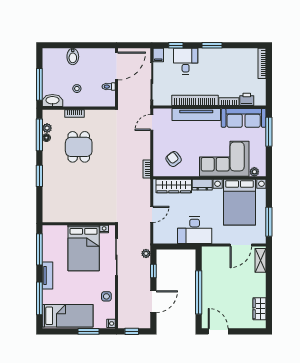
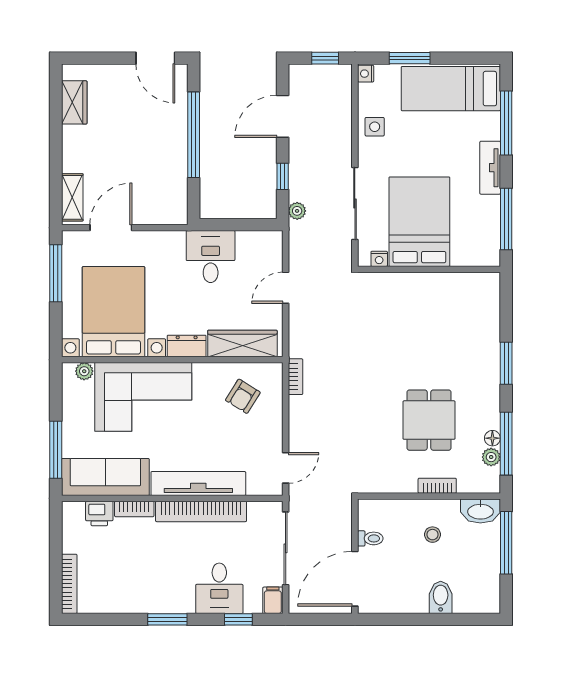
armchair: (174, 159) -> (243, 396), turned 69
desk: (195, 230) -> (211, 257), width x0.73

